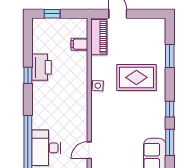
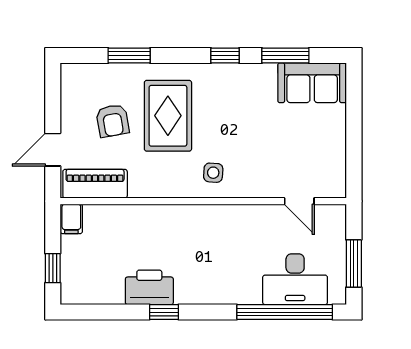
filing cabinet: (79, 44) -> (71, 219), moved
armchair: (134, 47) -> (113, 121), added
side table: (98, 86) -> (213, 173), moved

